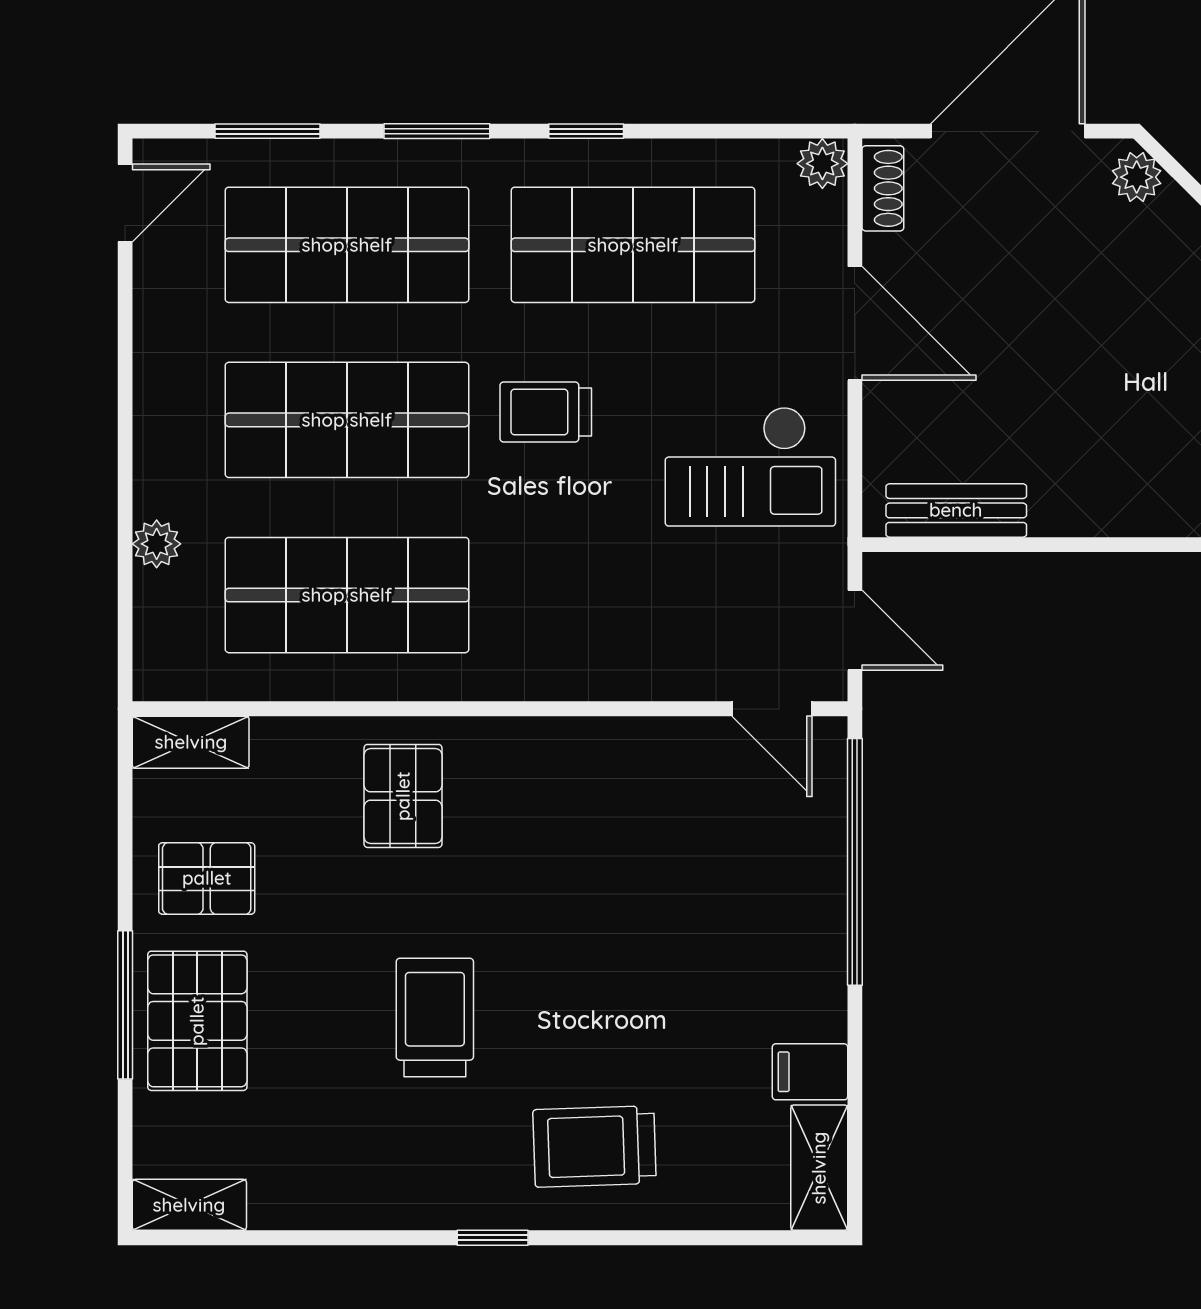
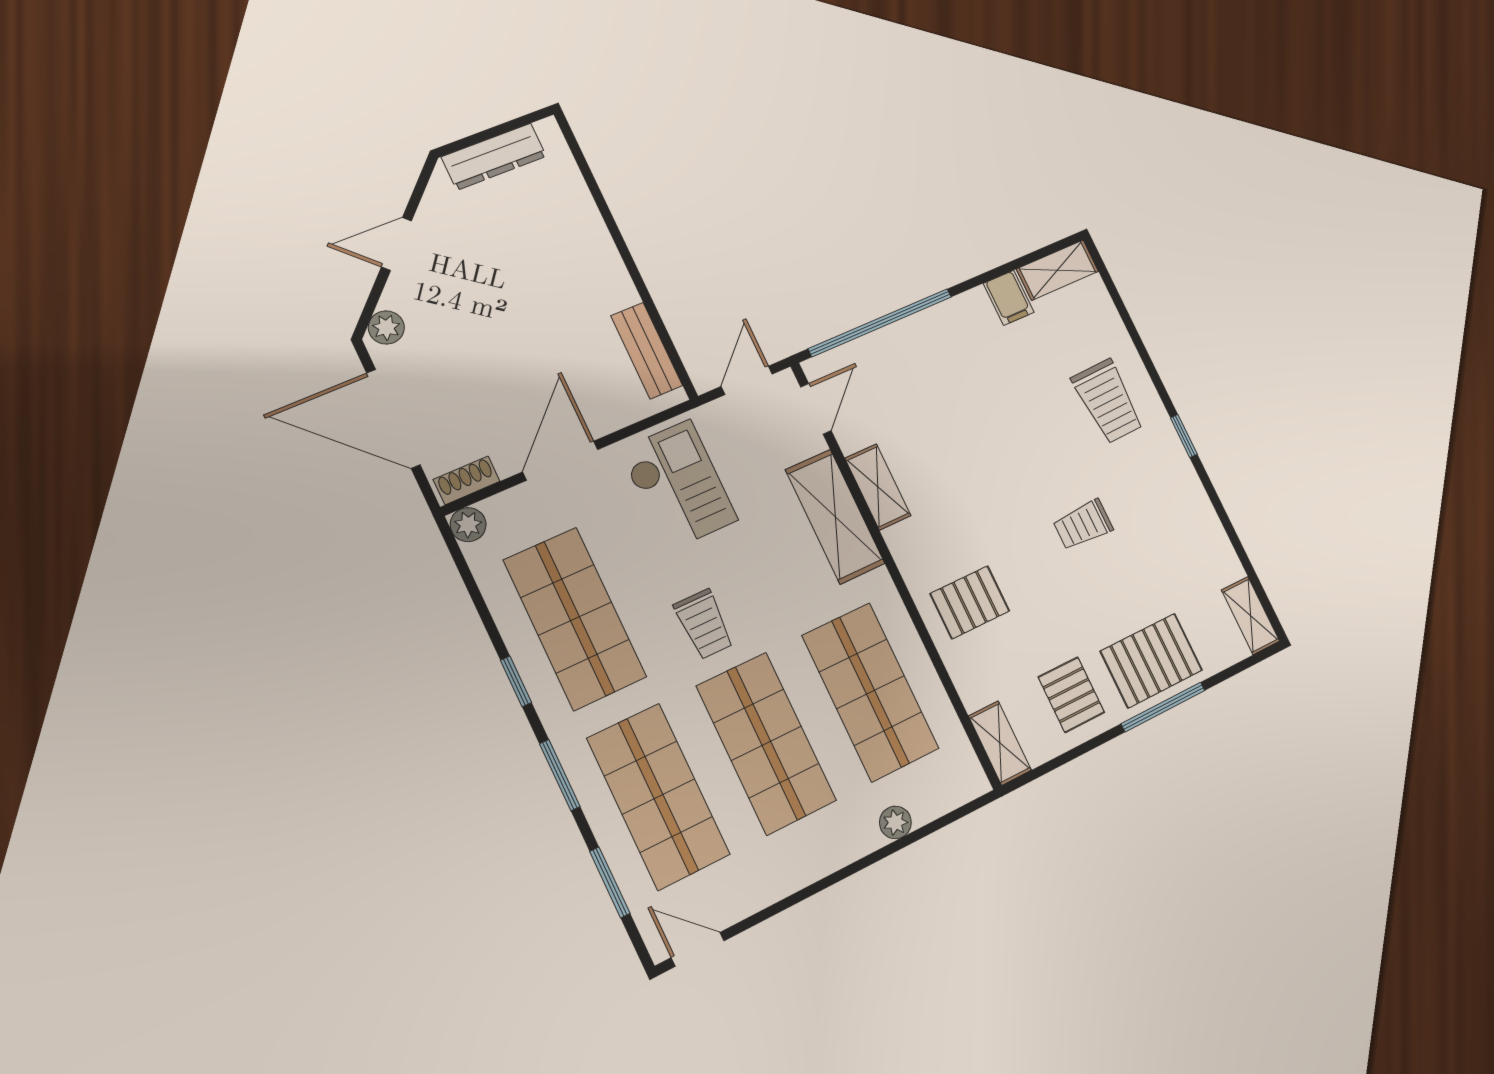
shelving: (609, 663) -> (835, 517), added
shelving: (623, 744) -> (878, 487), added
trolley: (435, 1018) -> (1083, 525), width x0.73, depth x0.72

